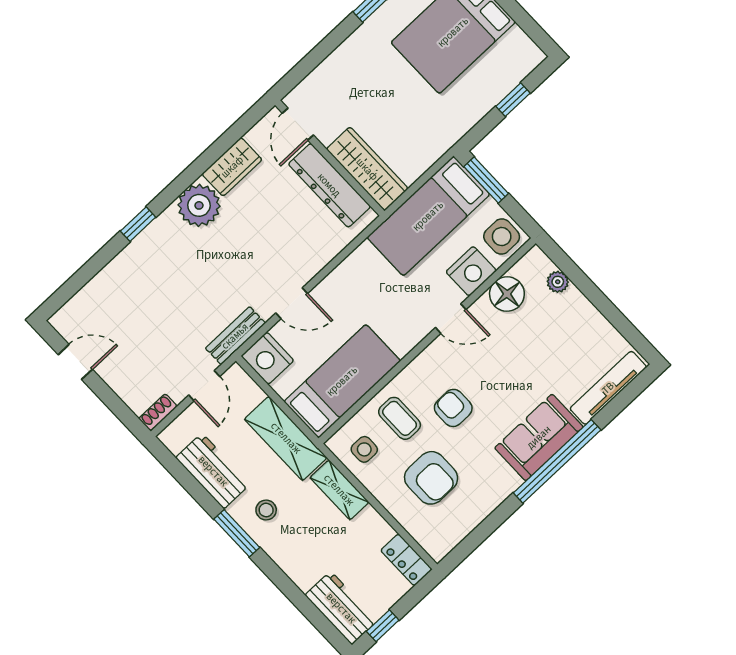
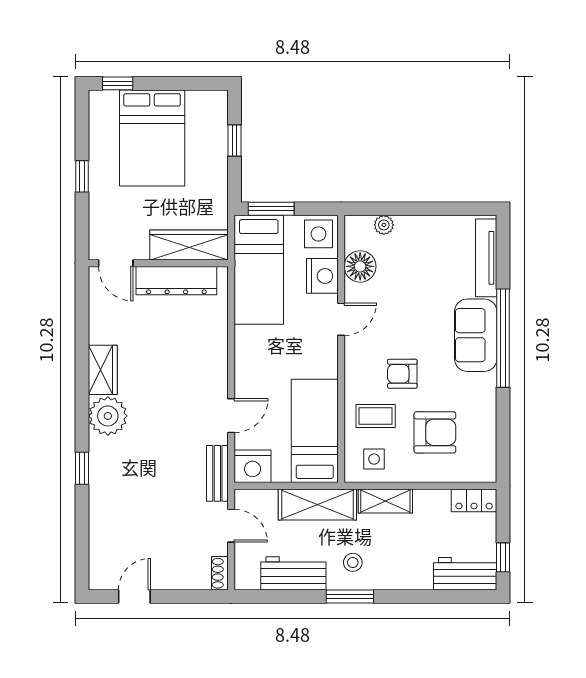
door: (298, 124) -> (116, 263), moved
wall: (330, 158) -> (158, 263), moved
wardrobe: (367, 169) -> (189, 245), moved
dresser: (329, 185) -> (176, 281), moved

